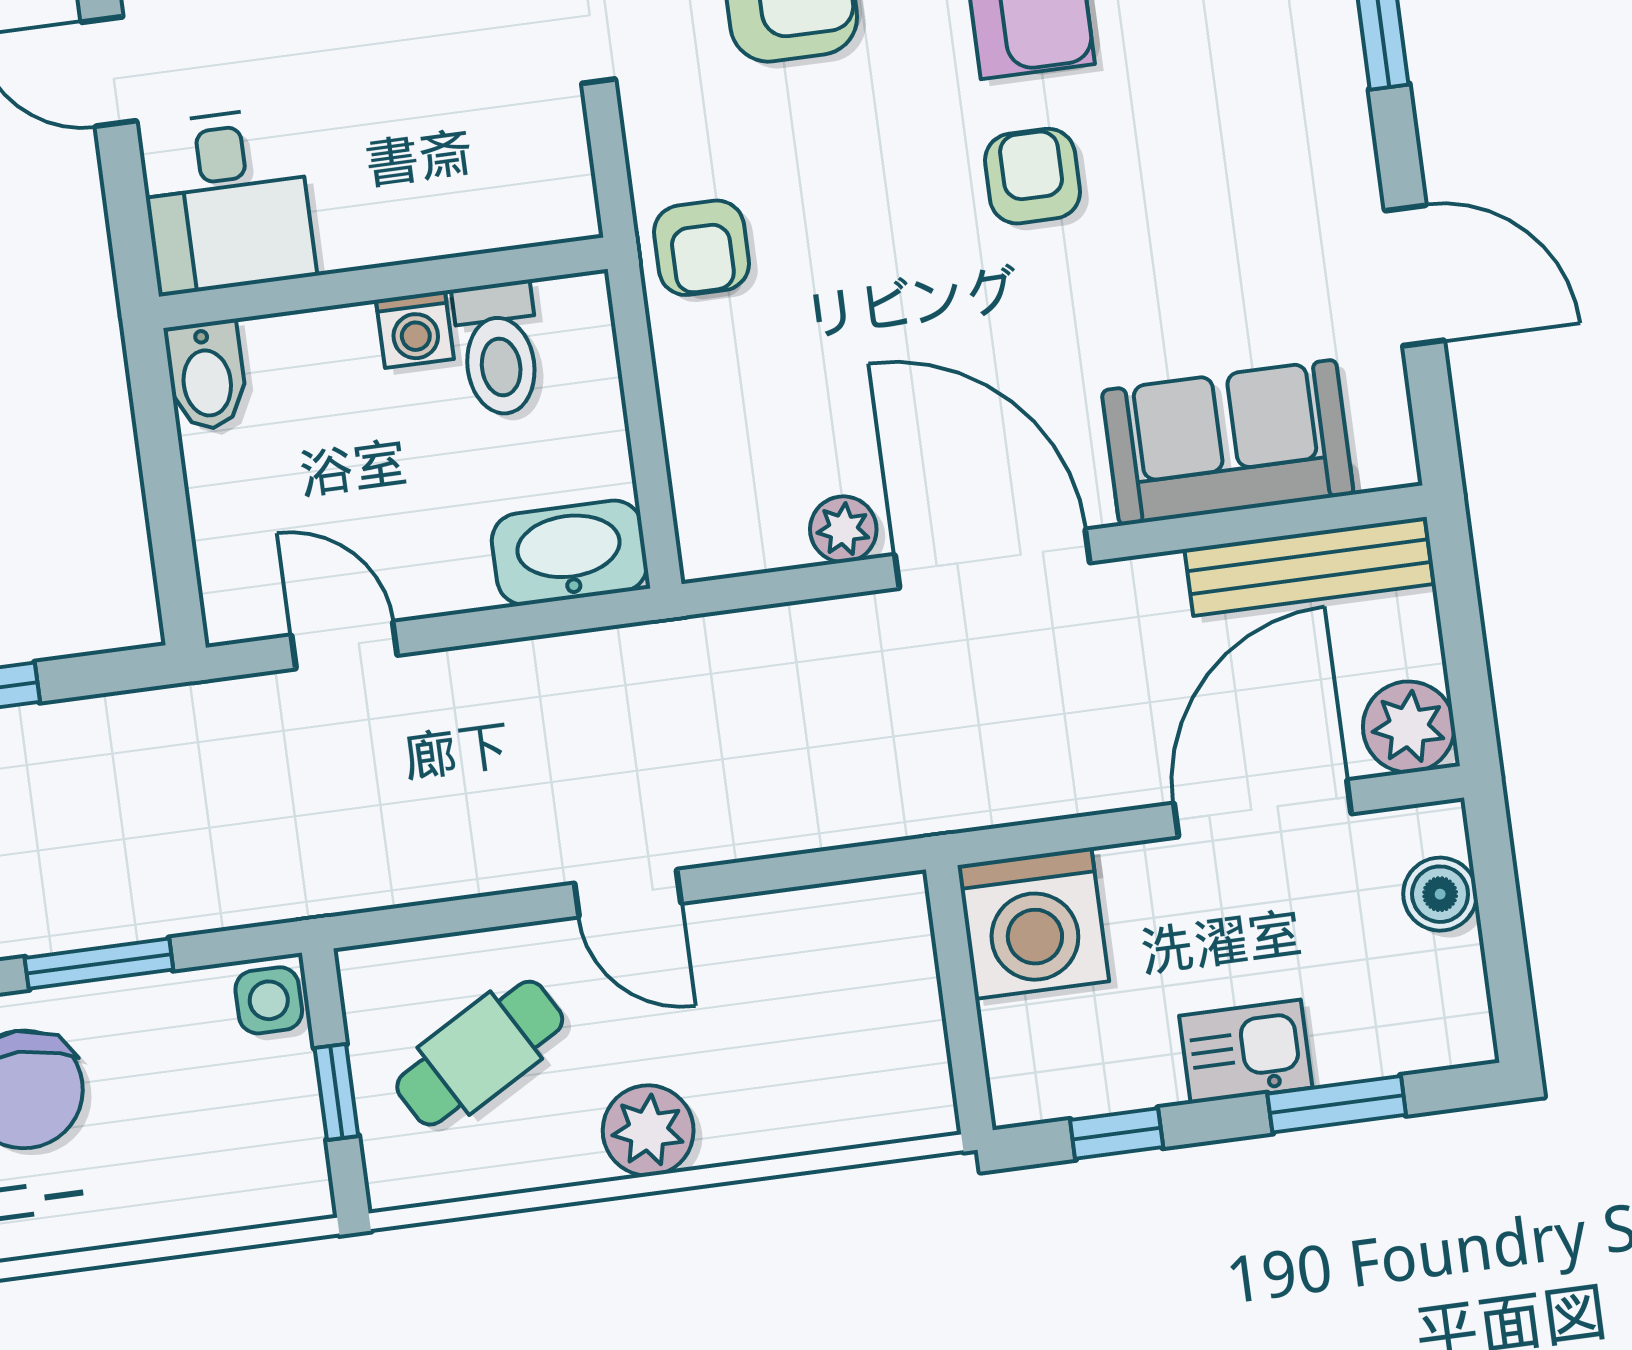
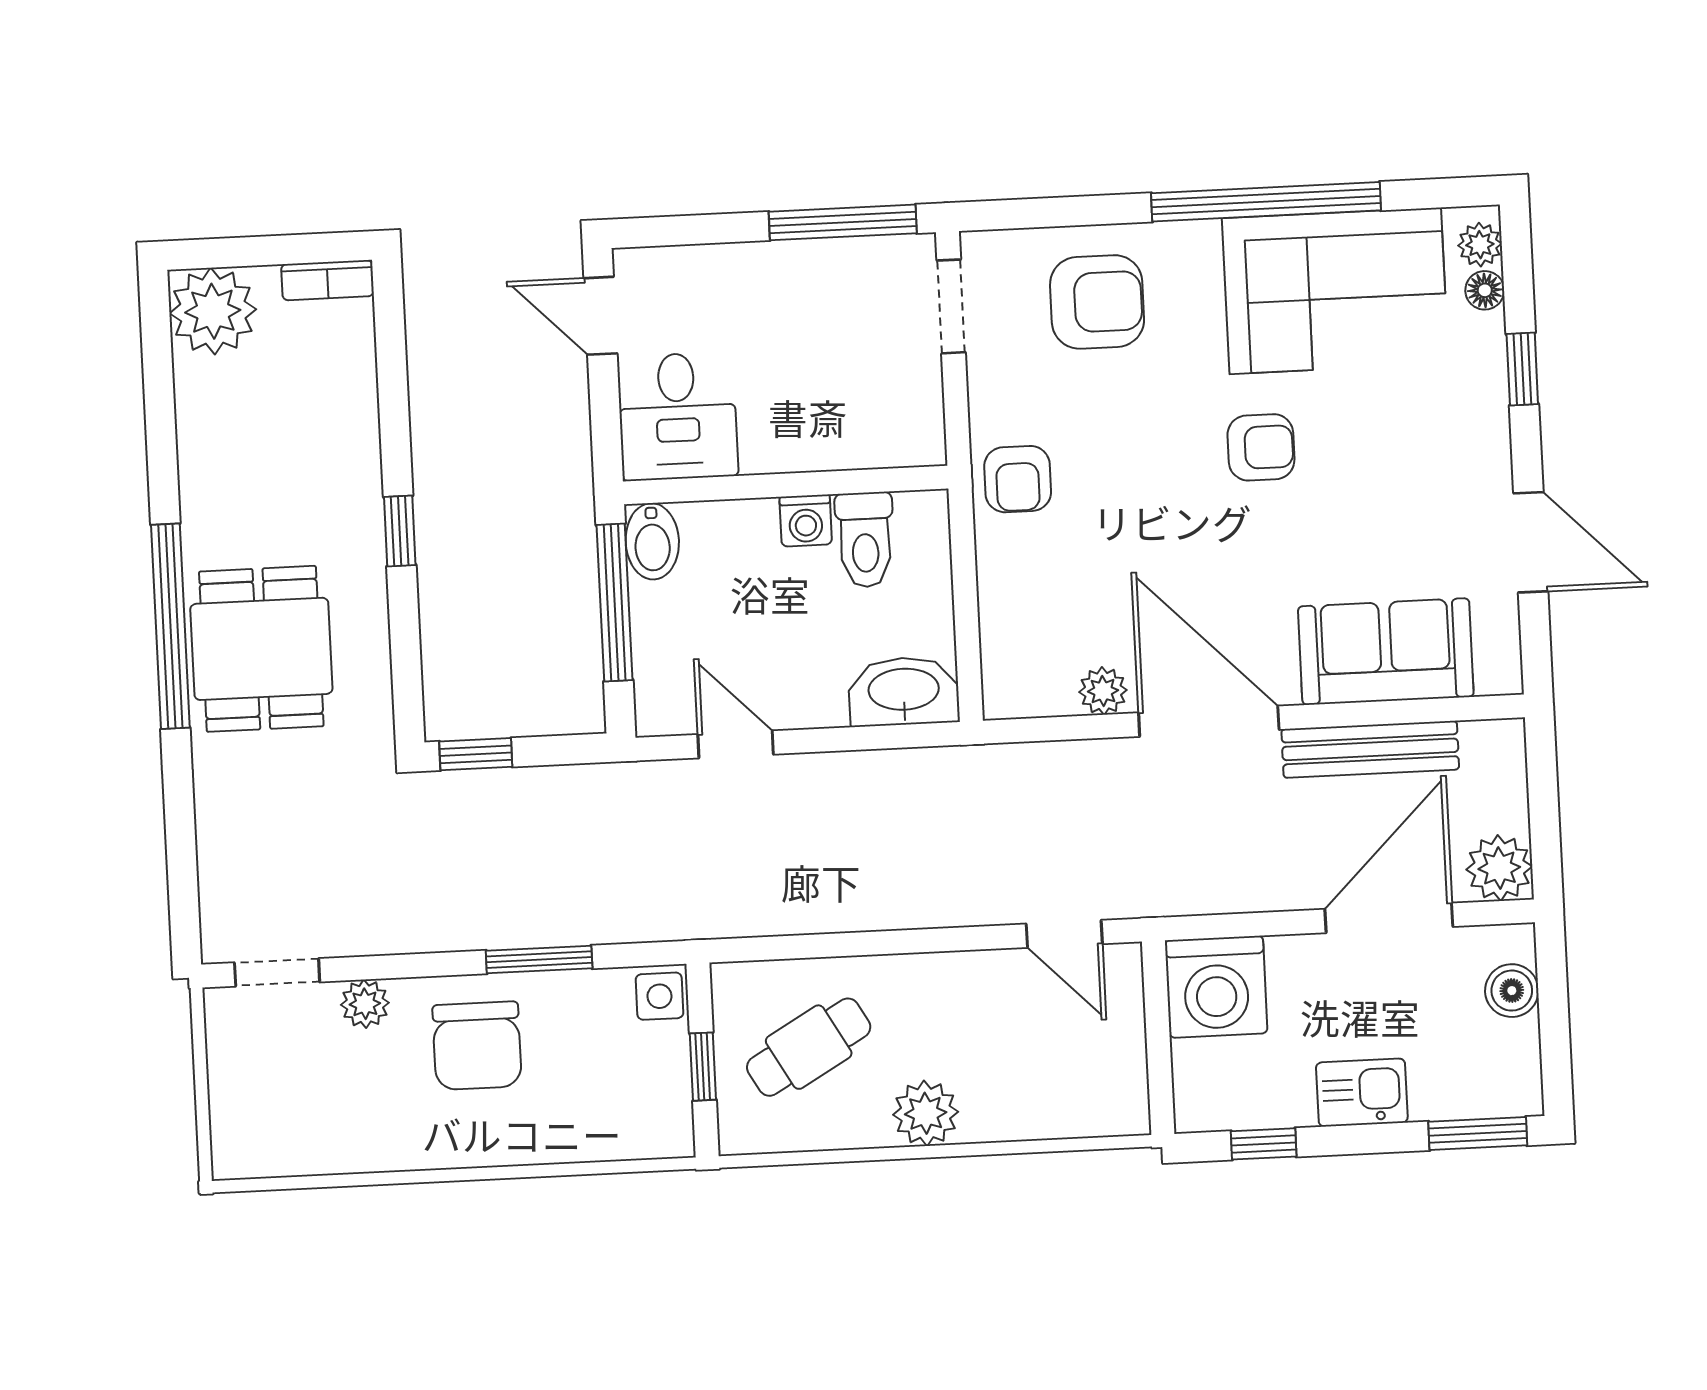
armchair: (1032, 176) -> (1261, 447), turned 90
window: (161, 464) -> (614, 603), added
bench: (1309, 567) -> (1370, 749), moved
door: (628, 893) -> (1064, 934), moved
window: (1337, 1104) -> (1478, 1133), moved

